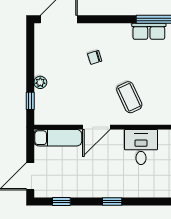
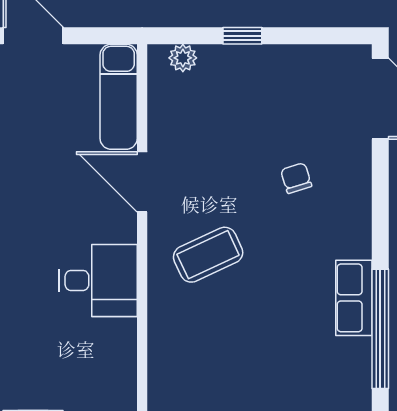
plant: (40, 82) -> (183, 58), moved
window: (30, 101) -> (242, 36), moved

